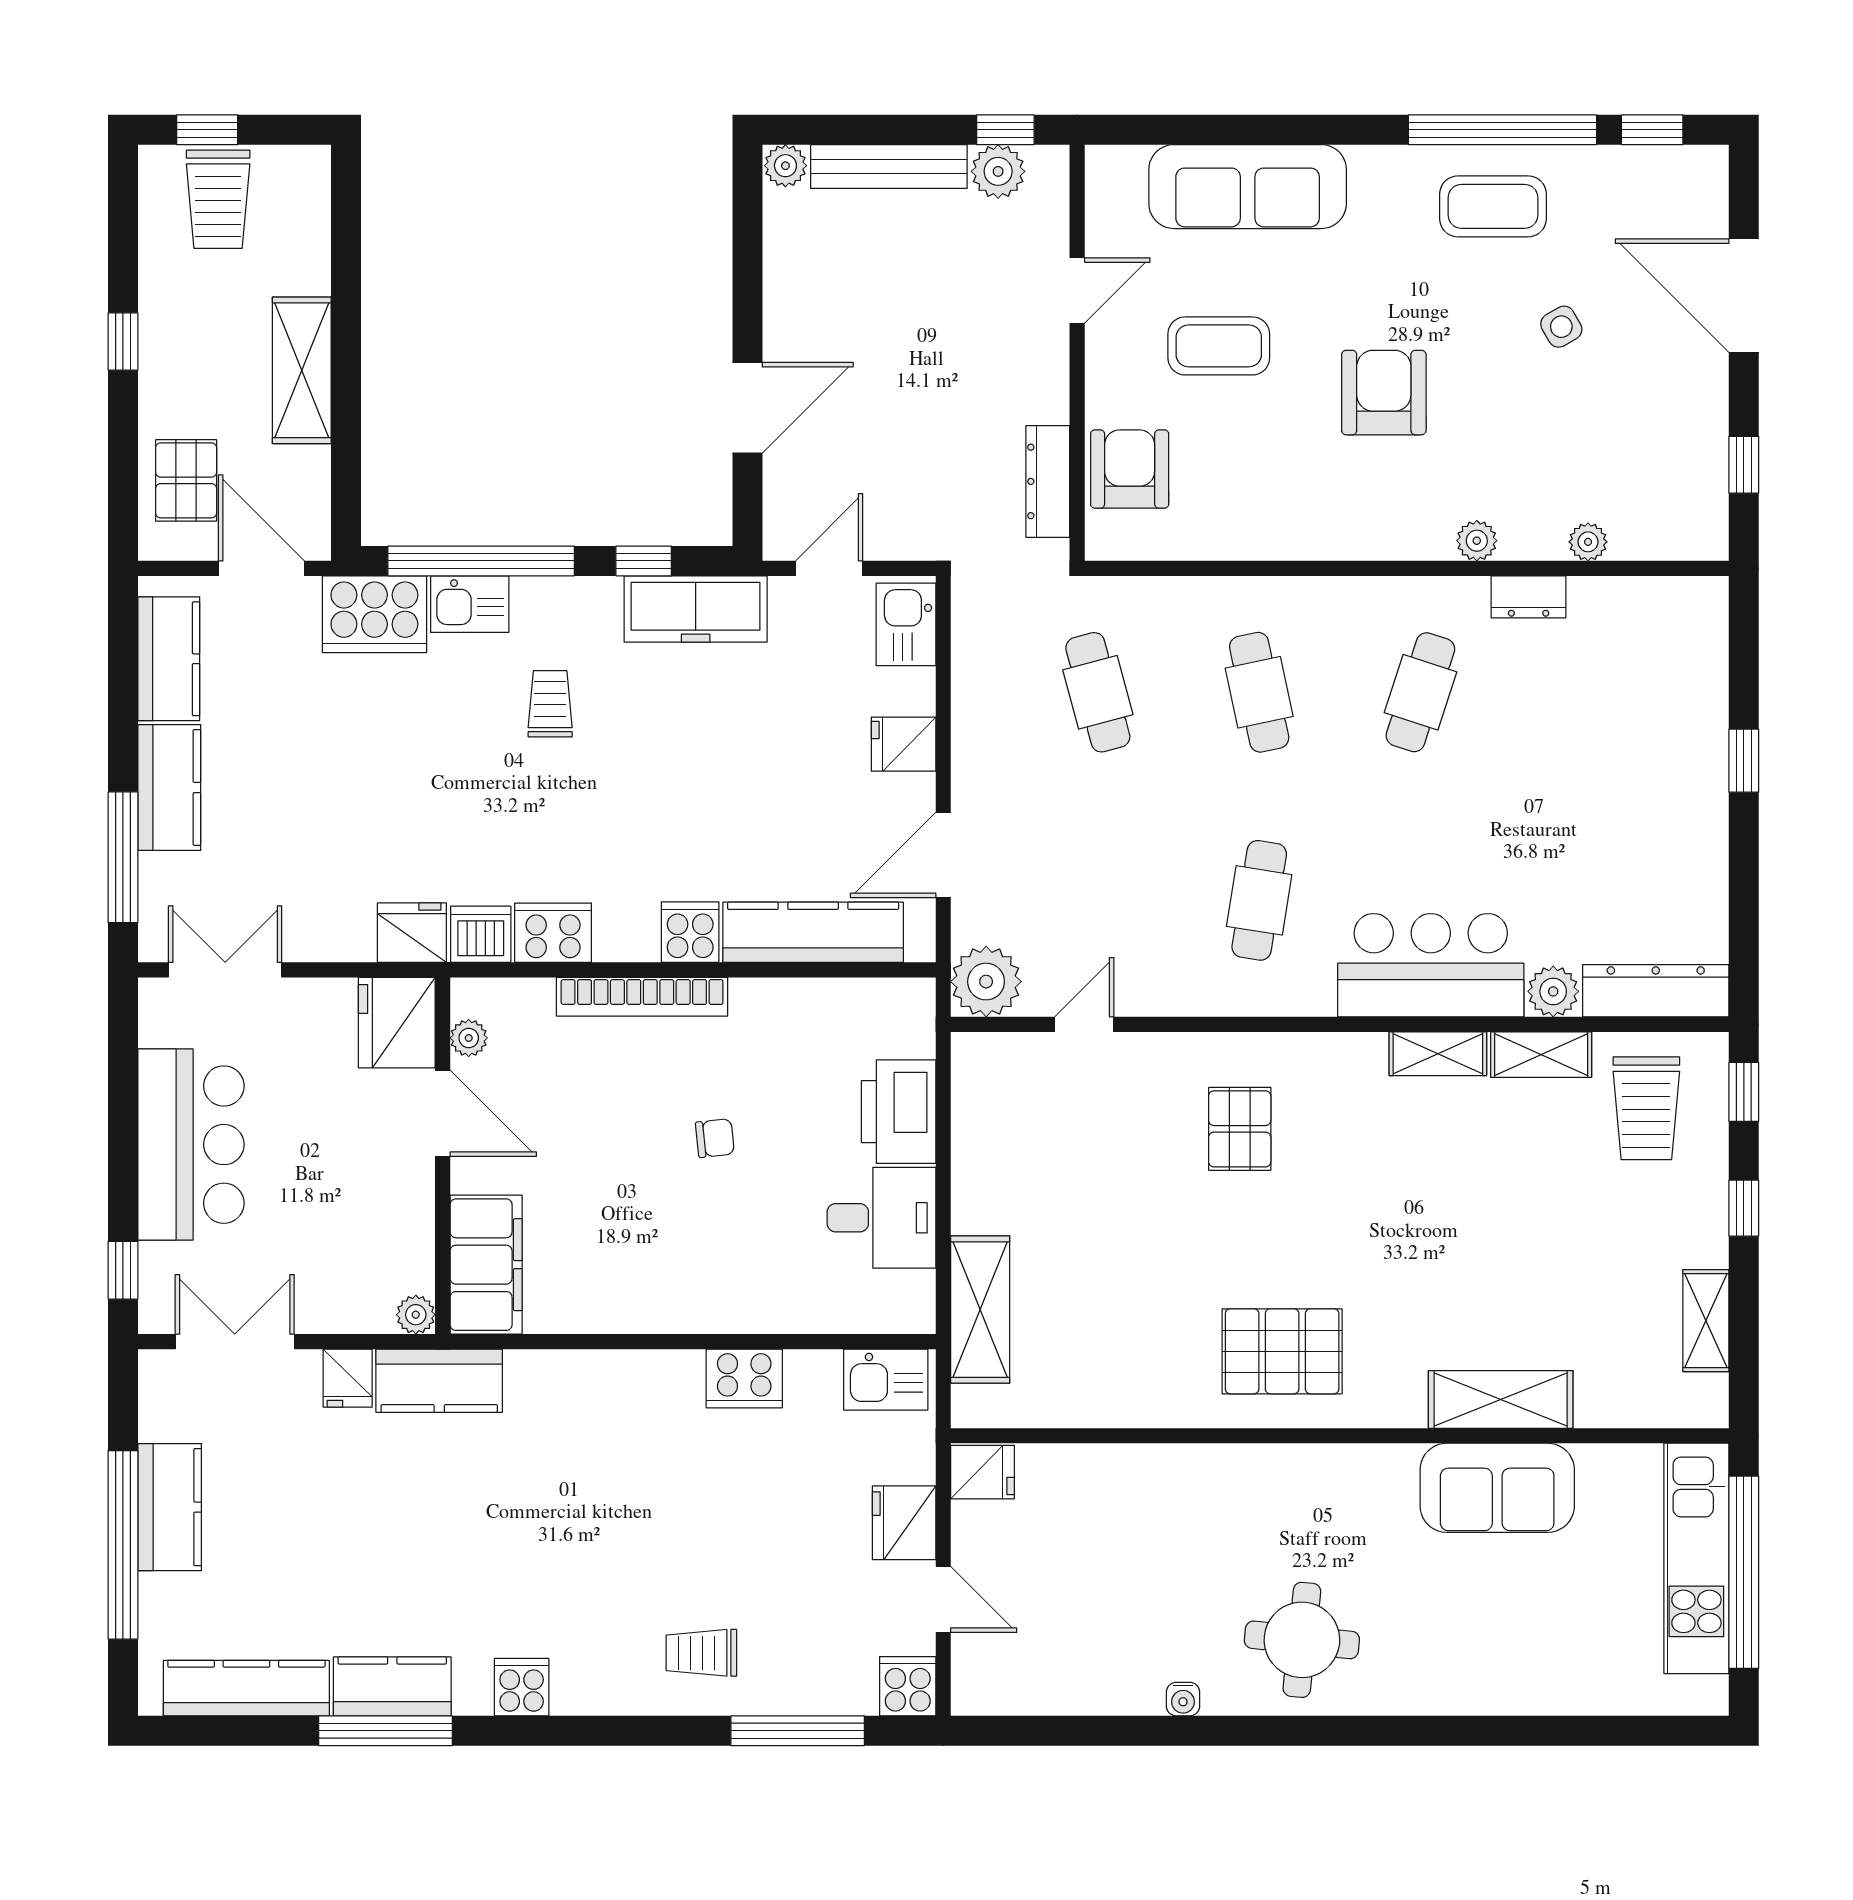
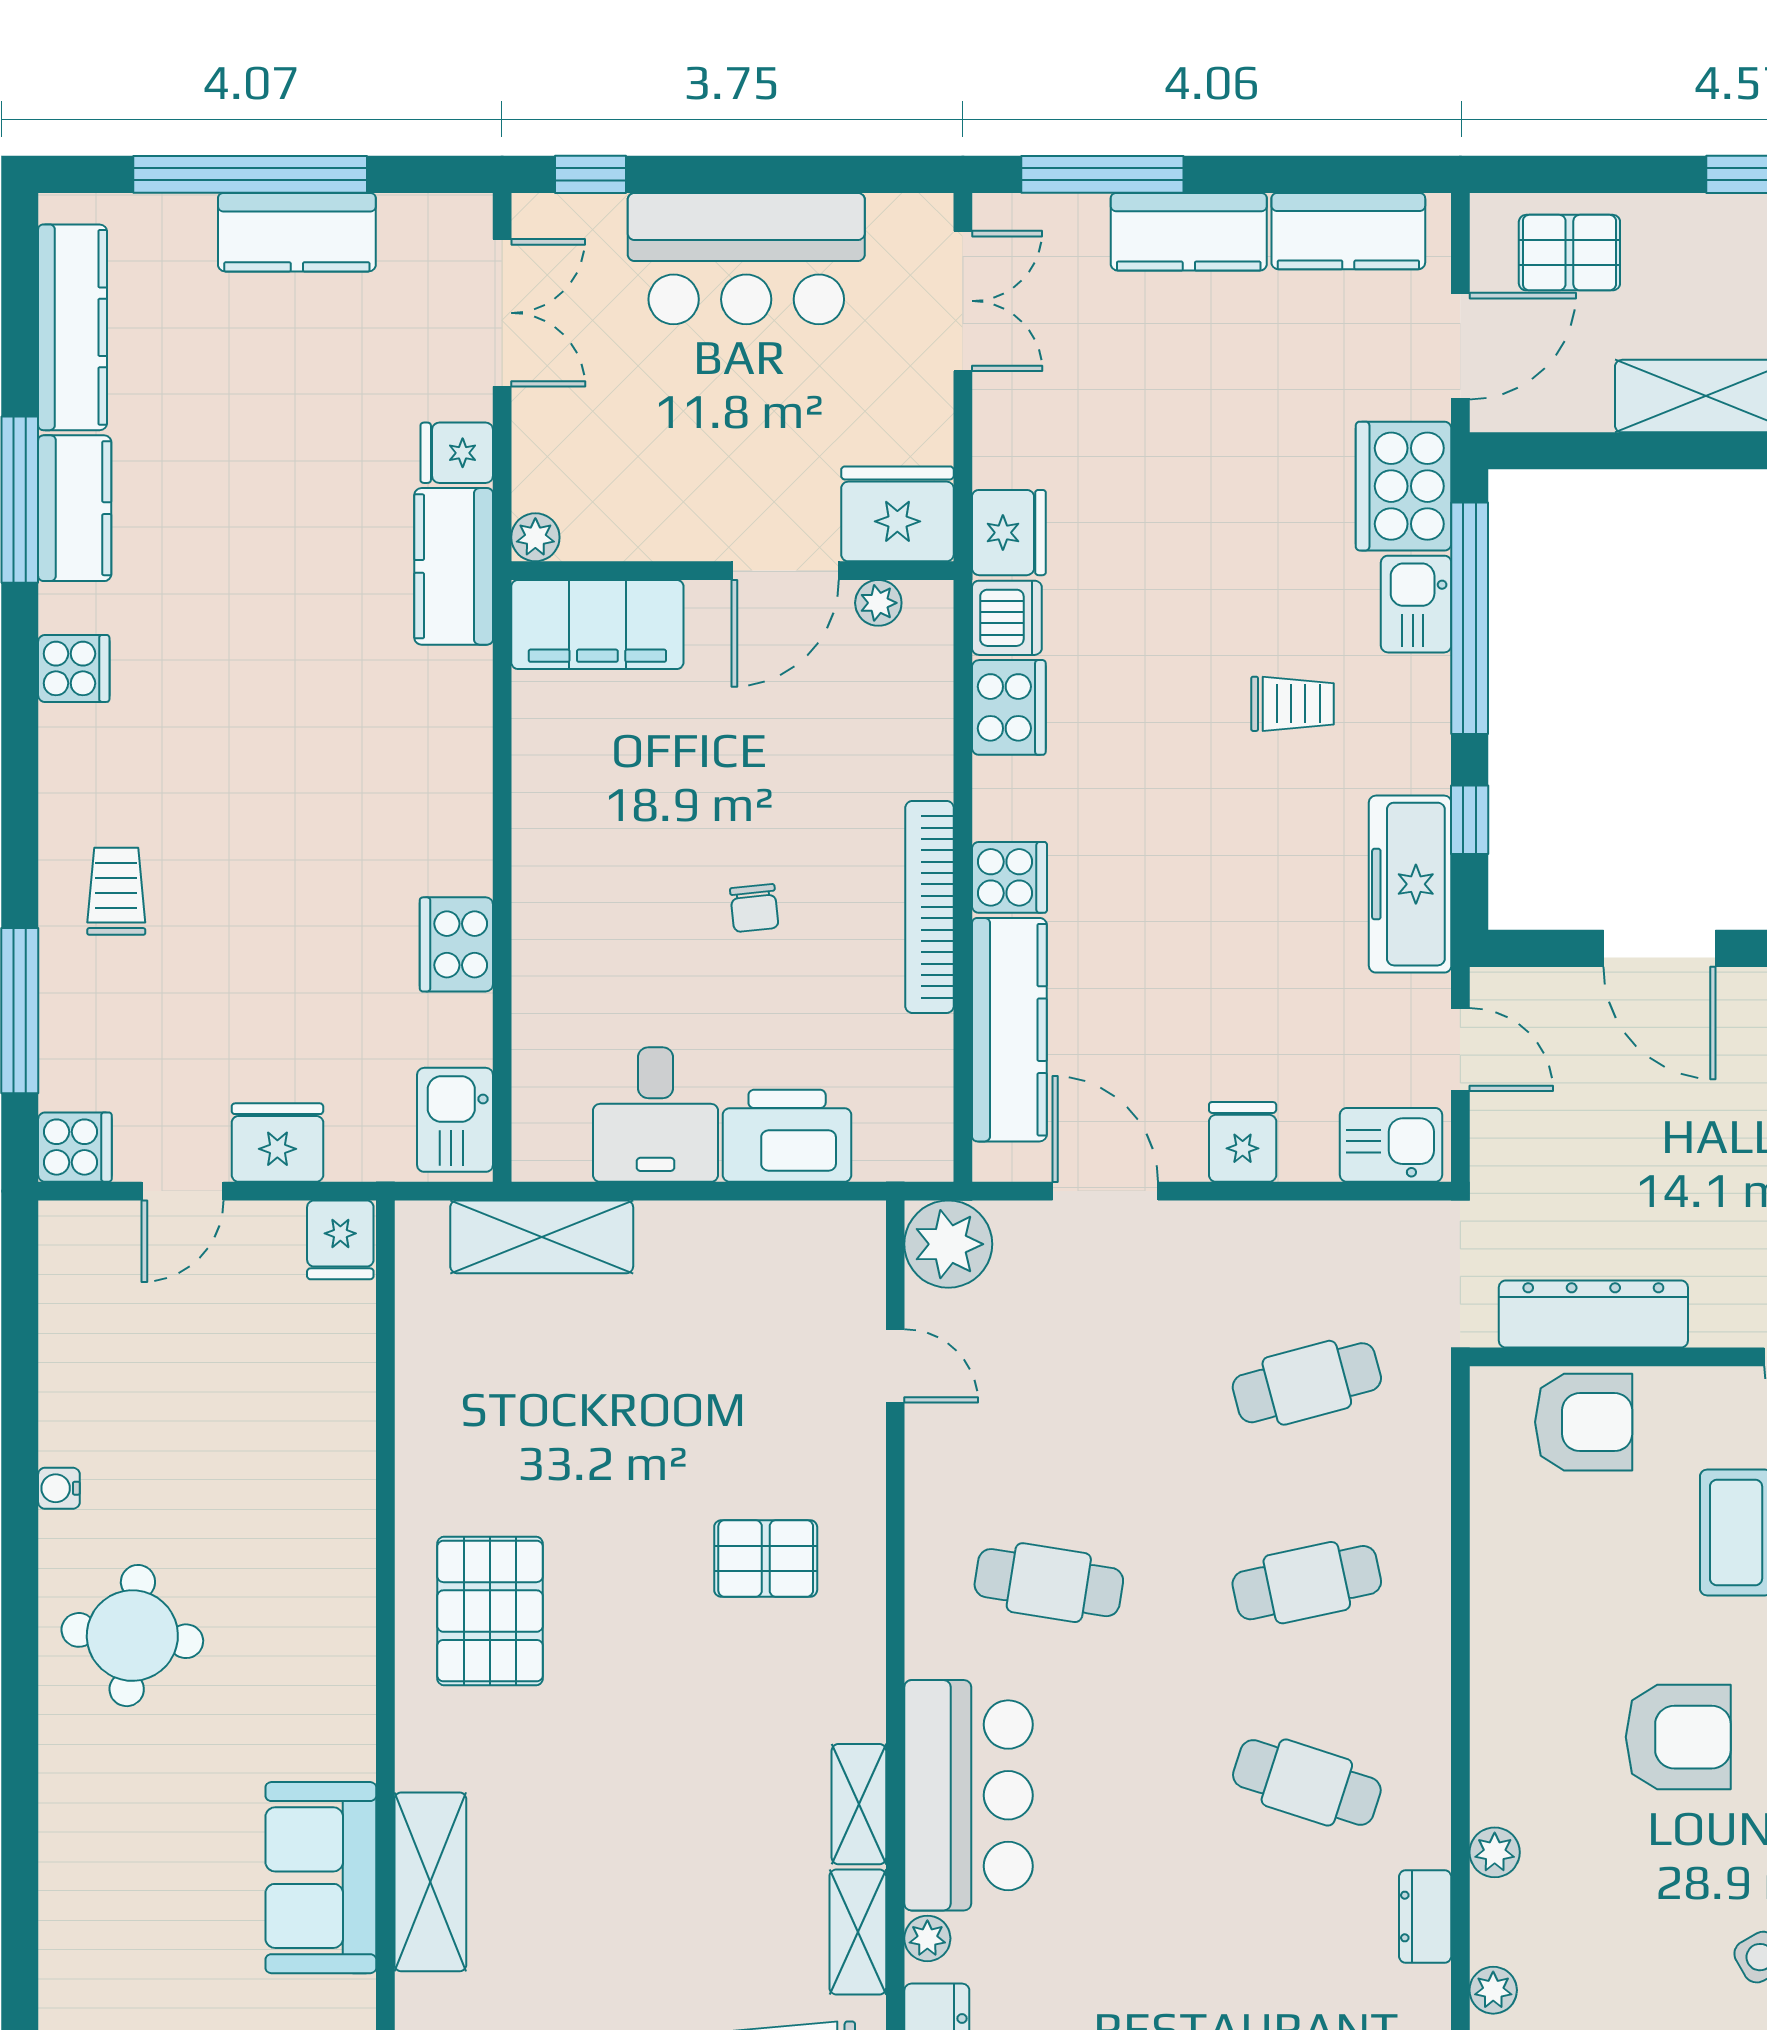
dresser: (1048, 481) -> (1593, 1314), width x1.37, depth x1.24
plant: (1553, 991) -> (927, 1938), width x0.73, depth x0.73
bookcase: (642, 997) -> (930, 907), moved

